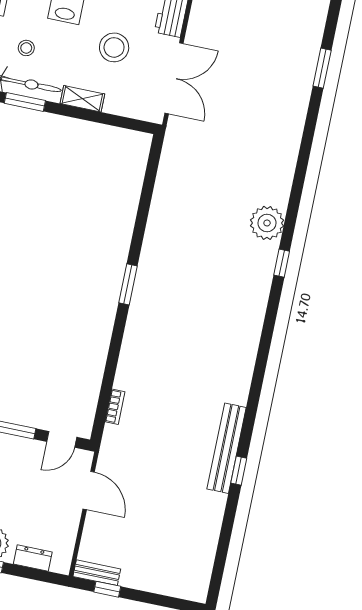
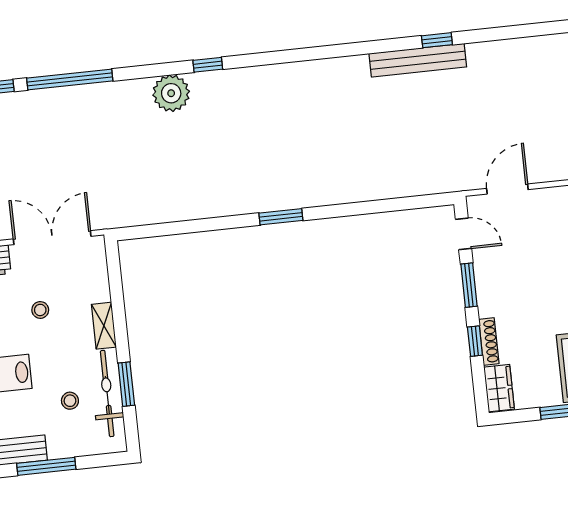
stool: (114, 47) -> (40, 310), width x0.53, depth x0.53
window: (308, 138) -> (70, 79), added
bookcase: (115, 407) -> (412, 190), removed

